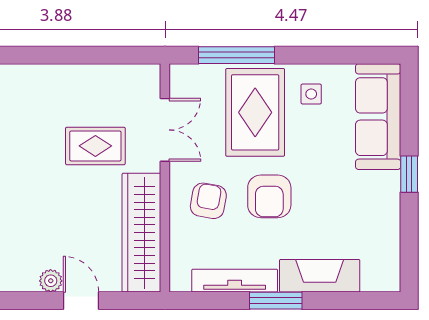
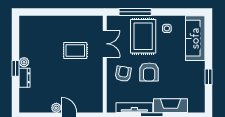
window: (409, 174) -> (208, 77), moved
wardrobe: (141, 233) -> (95, 87), removed

